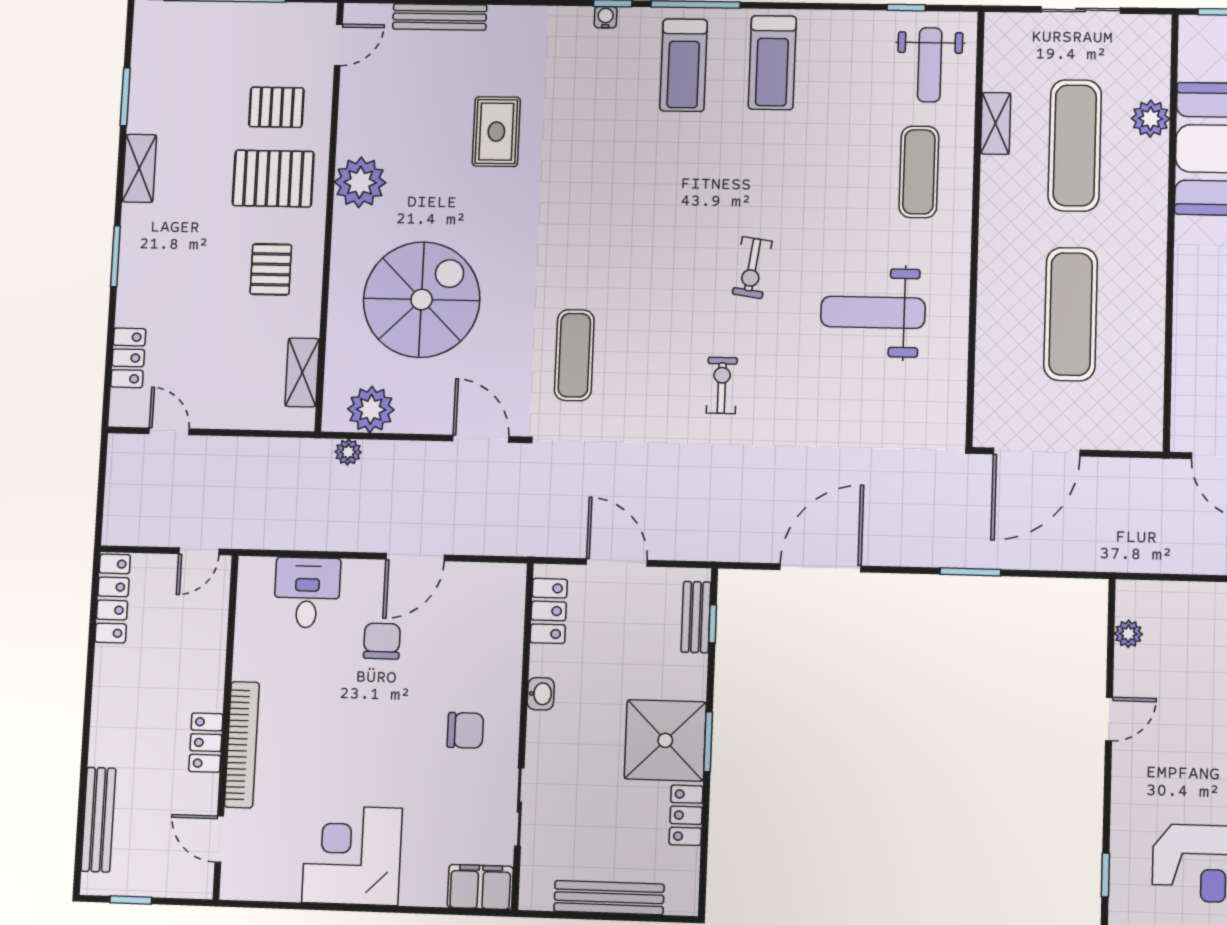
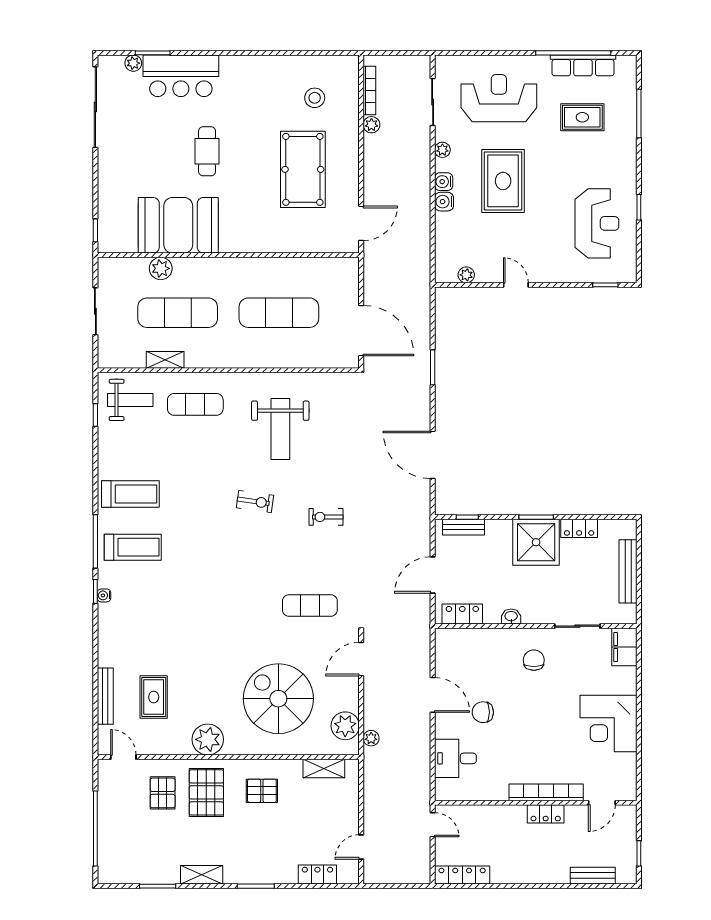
rug: (496, 132) -> (154, 697), moved, turned 90
bench: (98, 820) -> (593, 876), width x0.73

